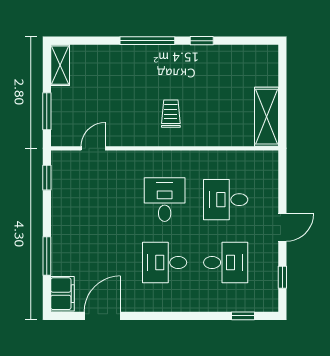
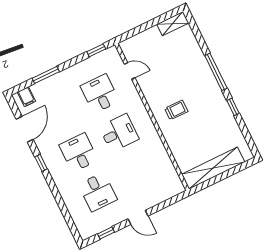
window: (47, 111) -> (139, 29), removed
shelving: (266, 117) -> (213, 168), width x1.47
desk: (226, 200) -> (100, 94), moved
filing cabinet: (62, 294) -> (26, 97), width x0.50
door: (102, 316) -> (25, 129), hinge flipped
window: (243, 316) -> (41, 163), moved

